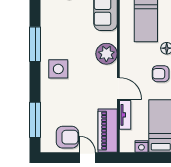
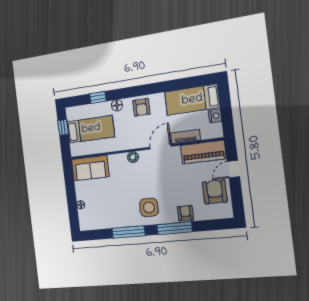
plant: (106, 54) -> (133, 157), width x0.53, depth x0.53
armchair: (49, 106) -> (185, 213), added
window: (35, 120) -> (175, 228), moved

